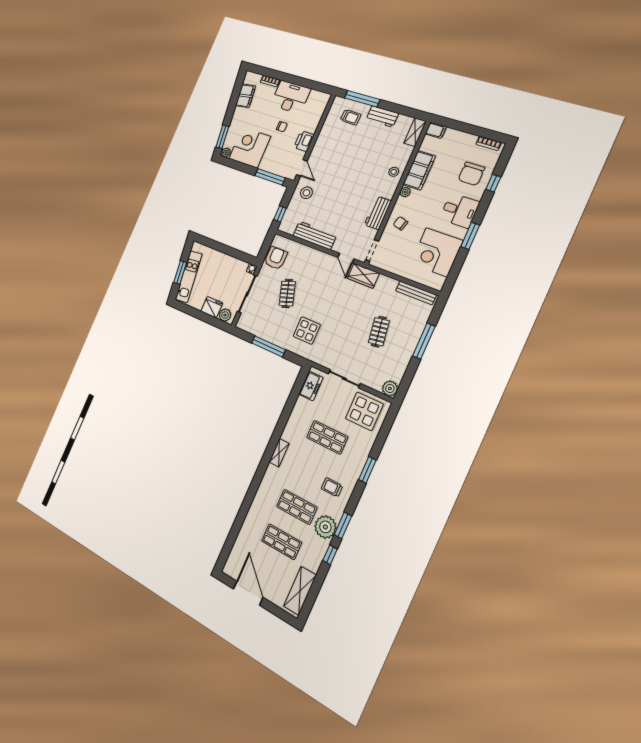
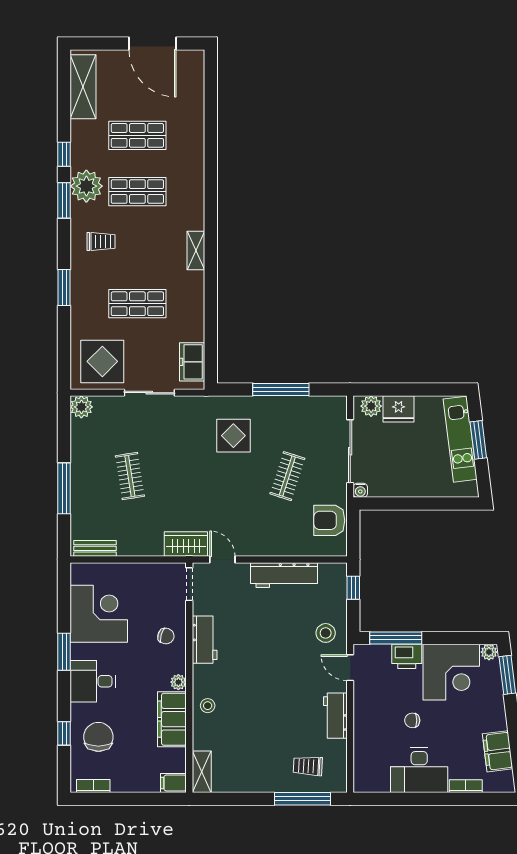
workbench: (382, 116) -> (335, 716), moved, turned -90
printer: (304, 141) -> (407, 656), moved, turned 90
armchair: (276, 258) -> (329, 520), turned 90
clothes rail: (287, 293) -> (287, 476), turned 36
bench: (416, 293) -> (95, 548), width x0.73

